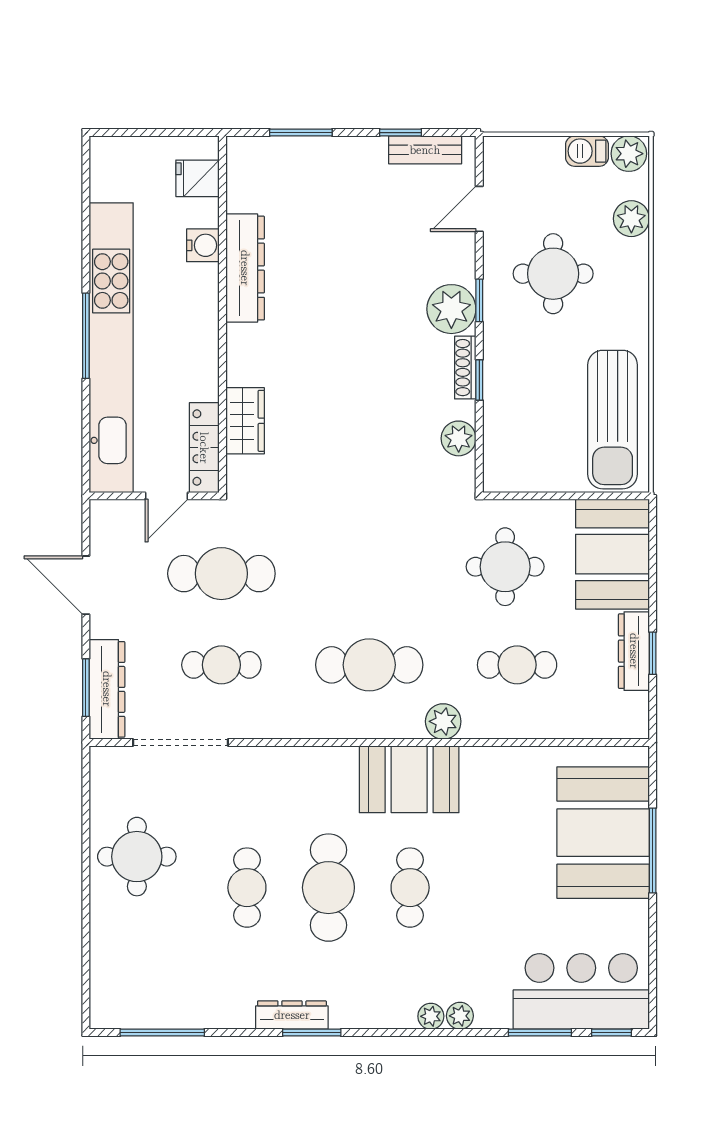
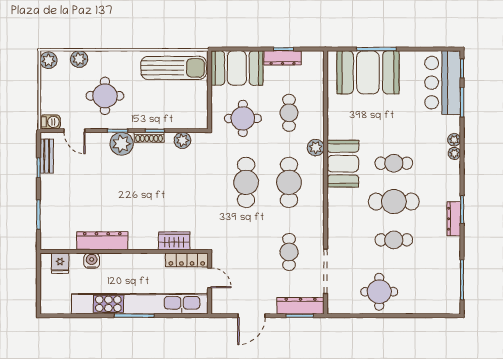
barbecue: (587, 151) -> (50, 122), moved, turned -90
cafe table: (221, 574) -> (246, 182), moved

